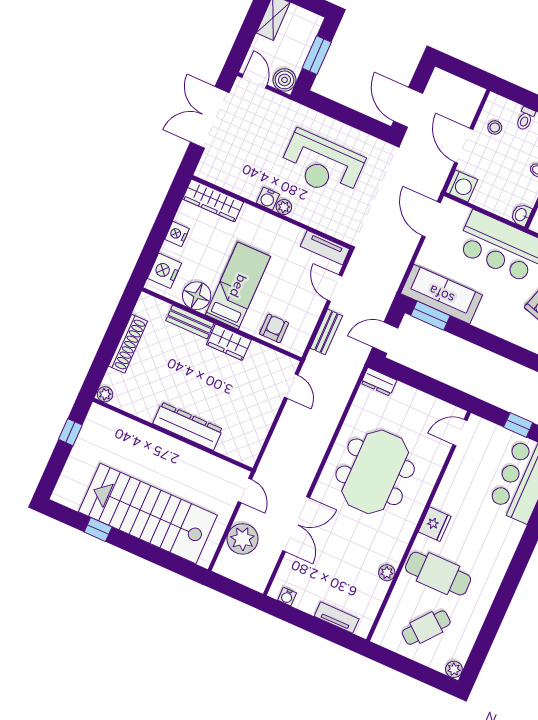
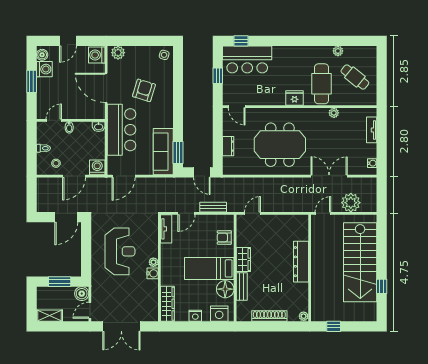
dresser: (379, 382) -> (228, 146), moved
plant: (454, 669) -> (338, 51), moved

